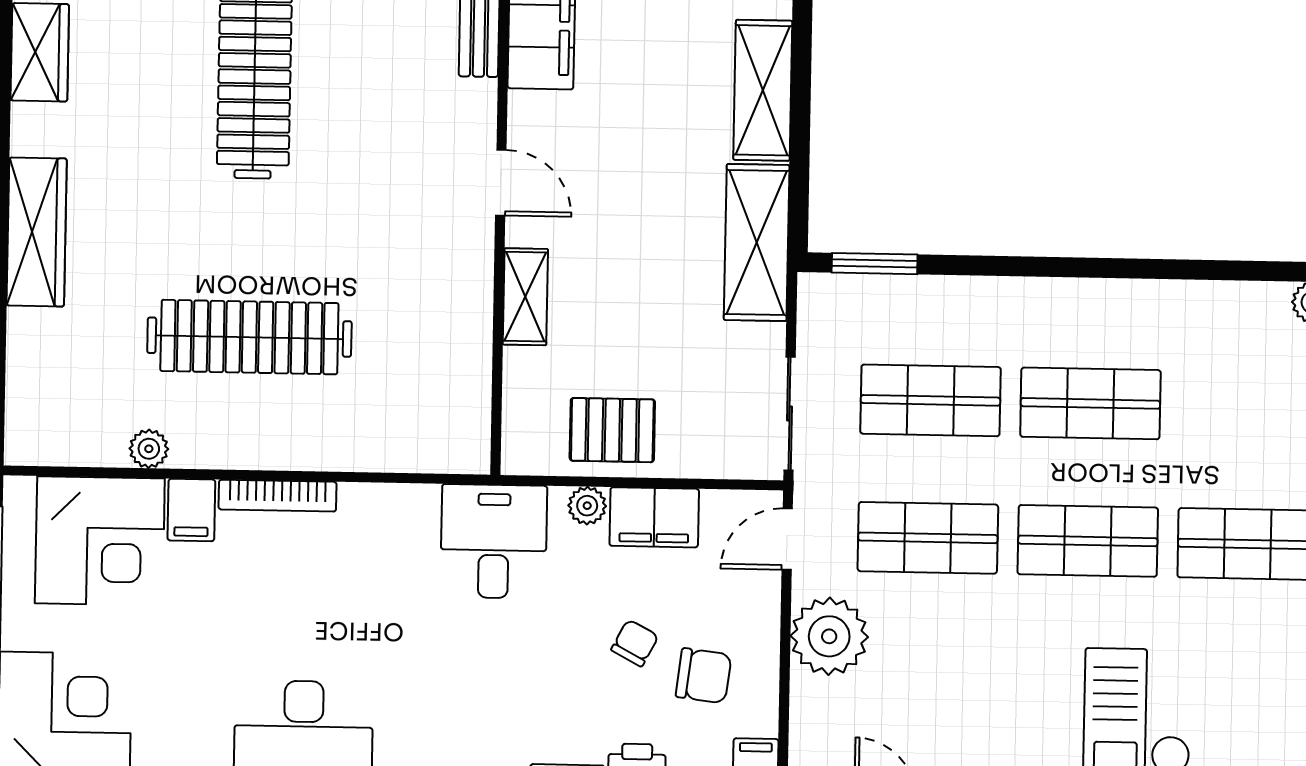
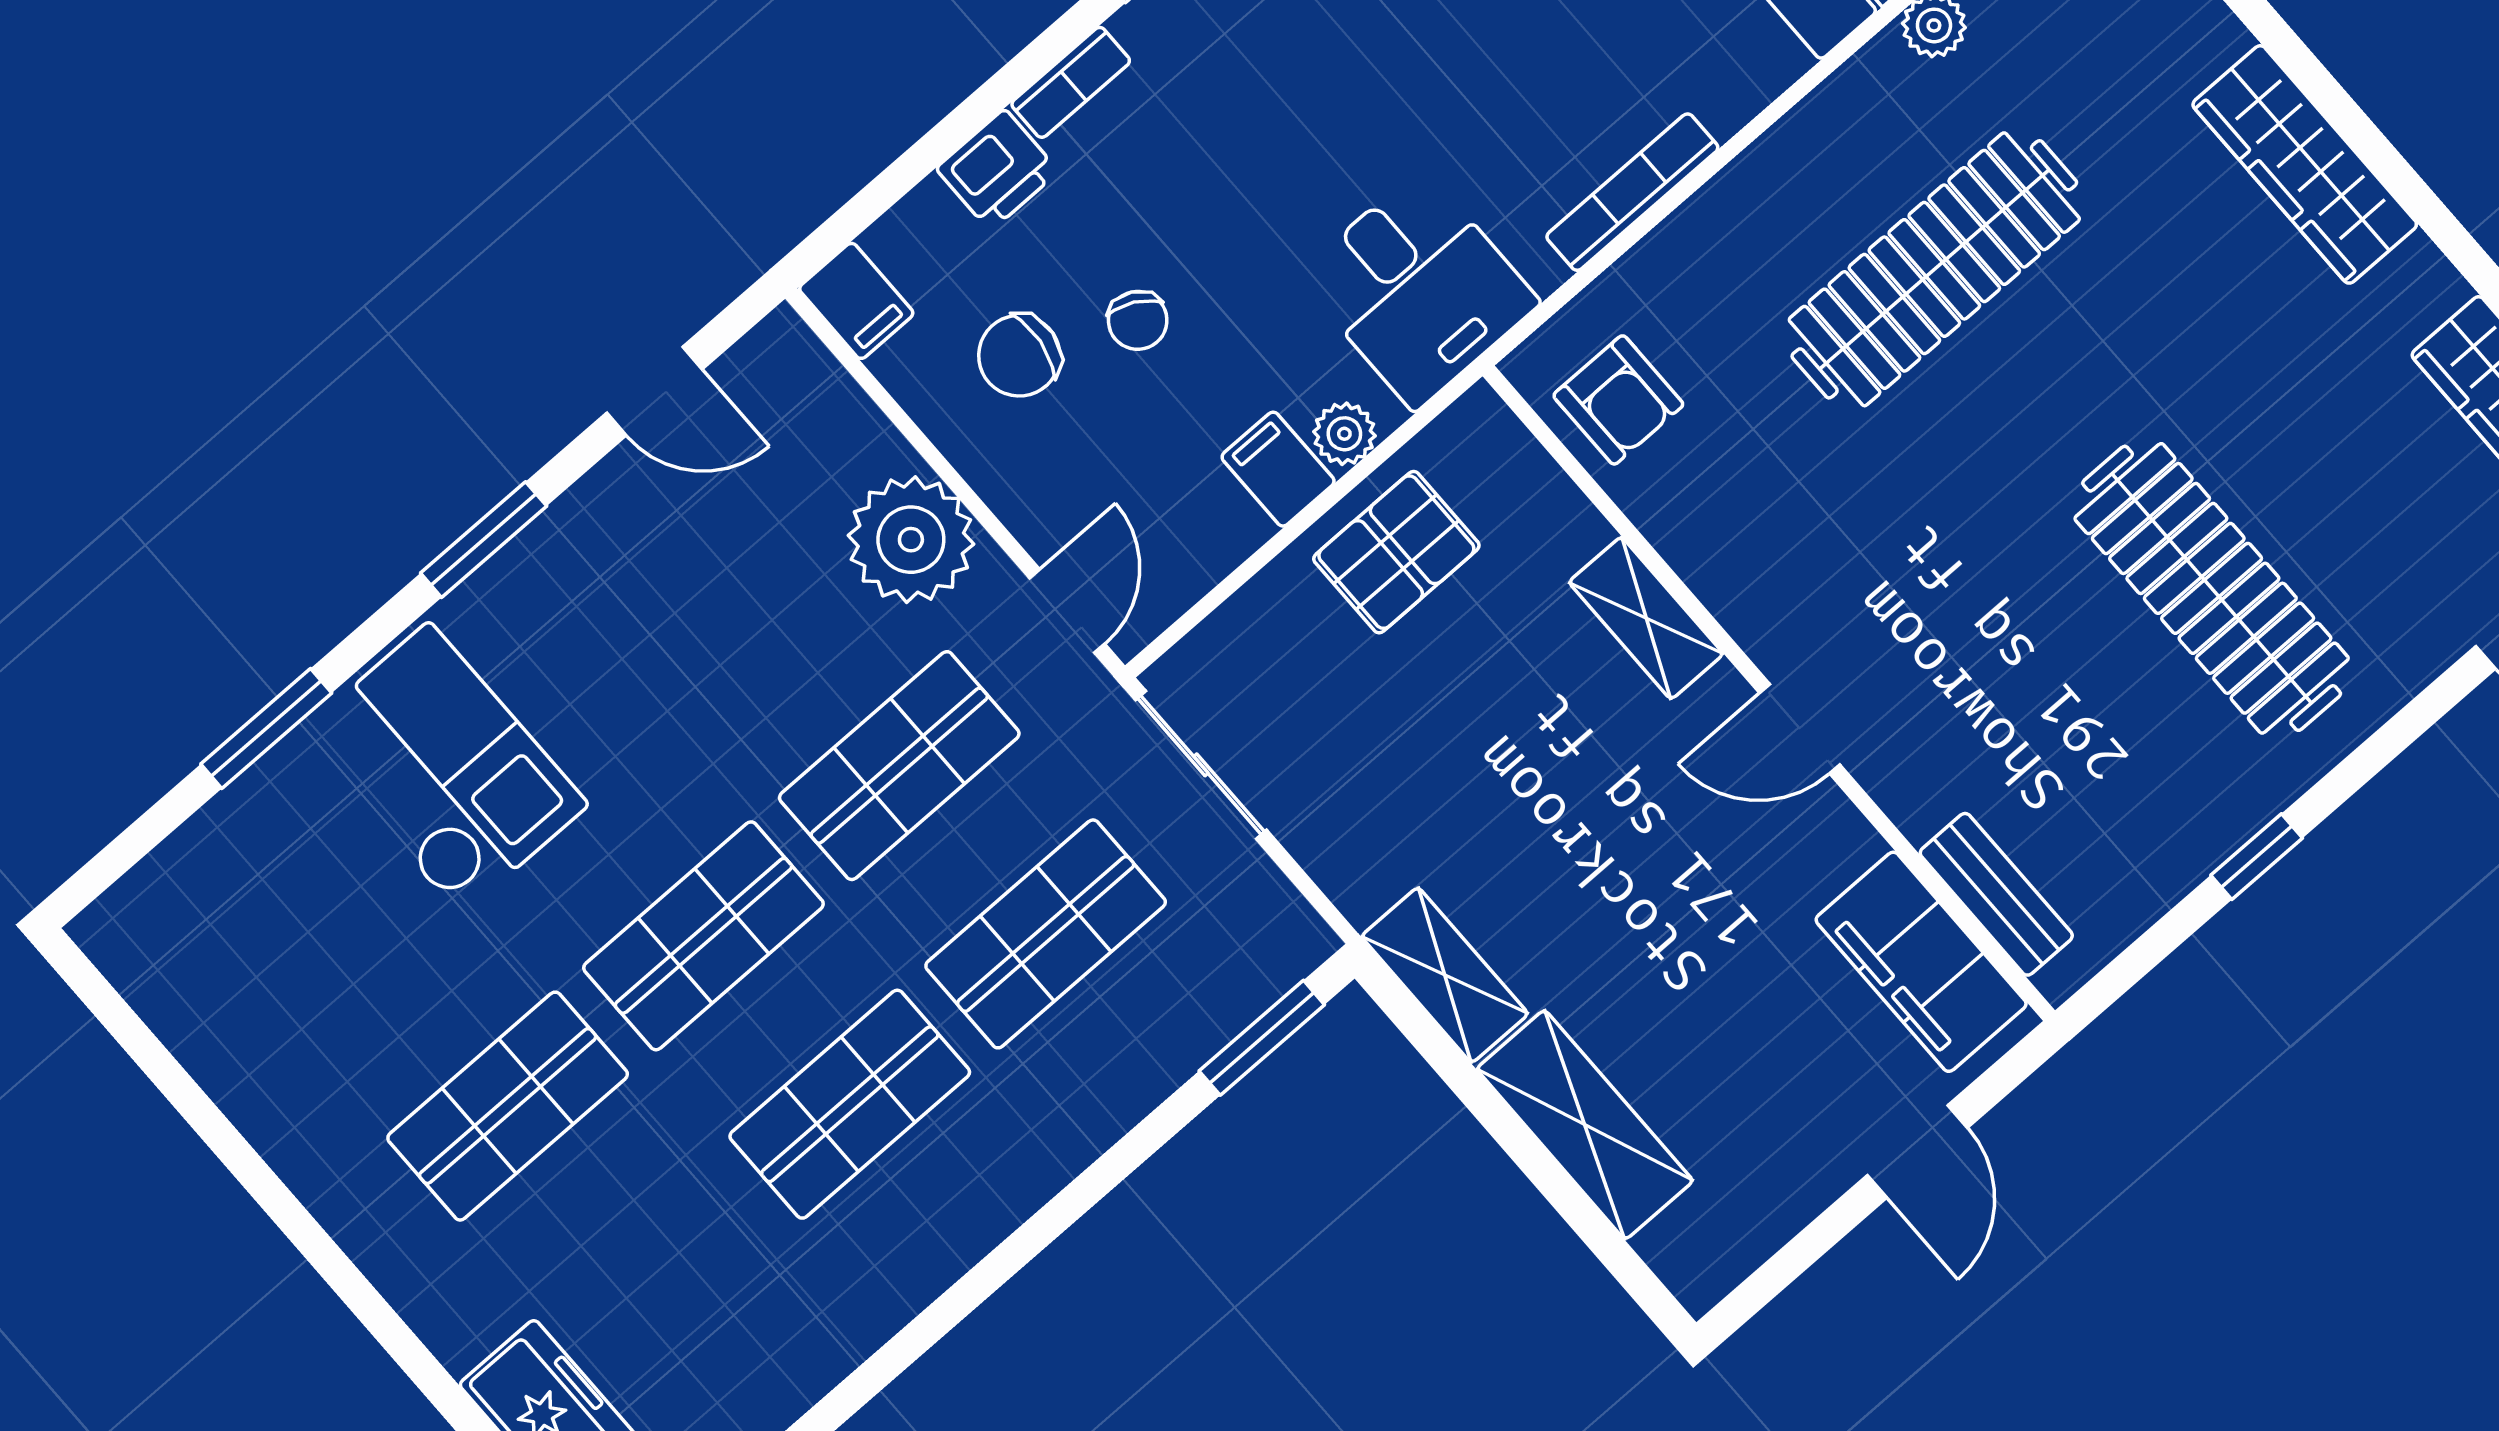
shelving: (757, 243) -> (1445, 975), width x0.67, depth x0.75
armchair: (448, 408) -> (1618, 400), added
bookcase: (278, 496) -> (1632, 192), moved
filing cabinet: (654, 517) -> (1278, 469), width x0.50

